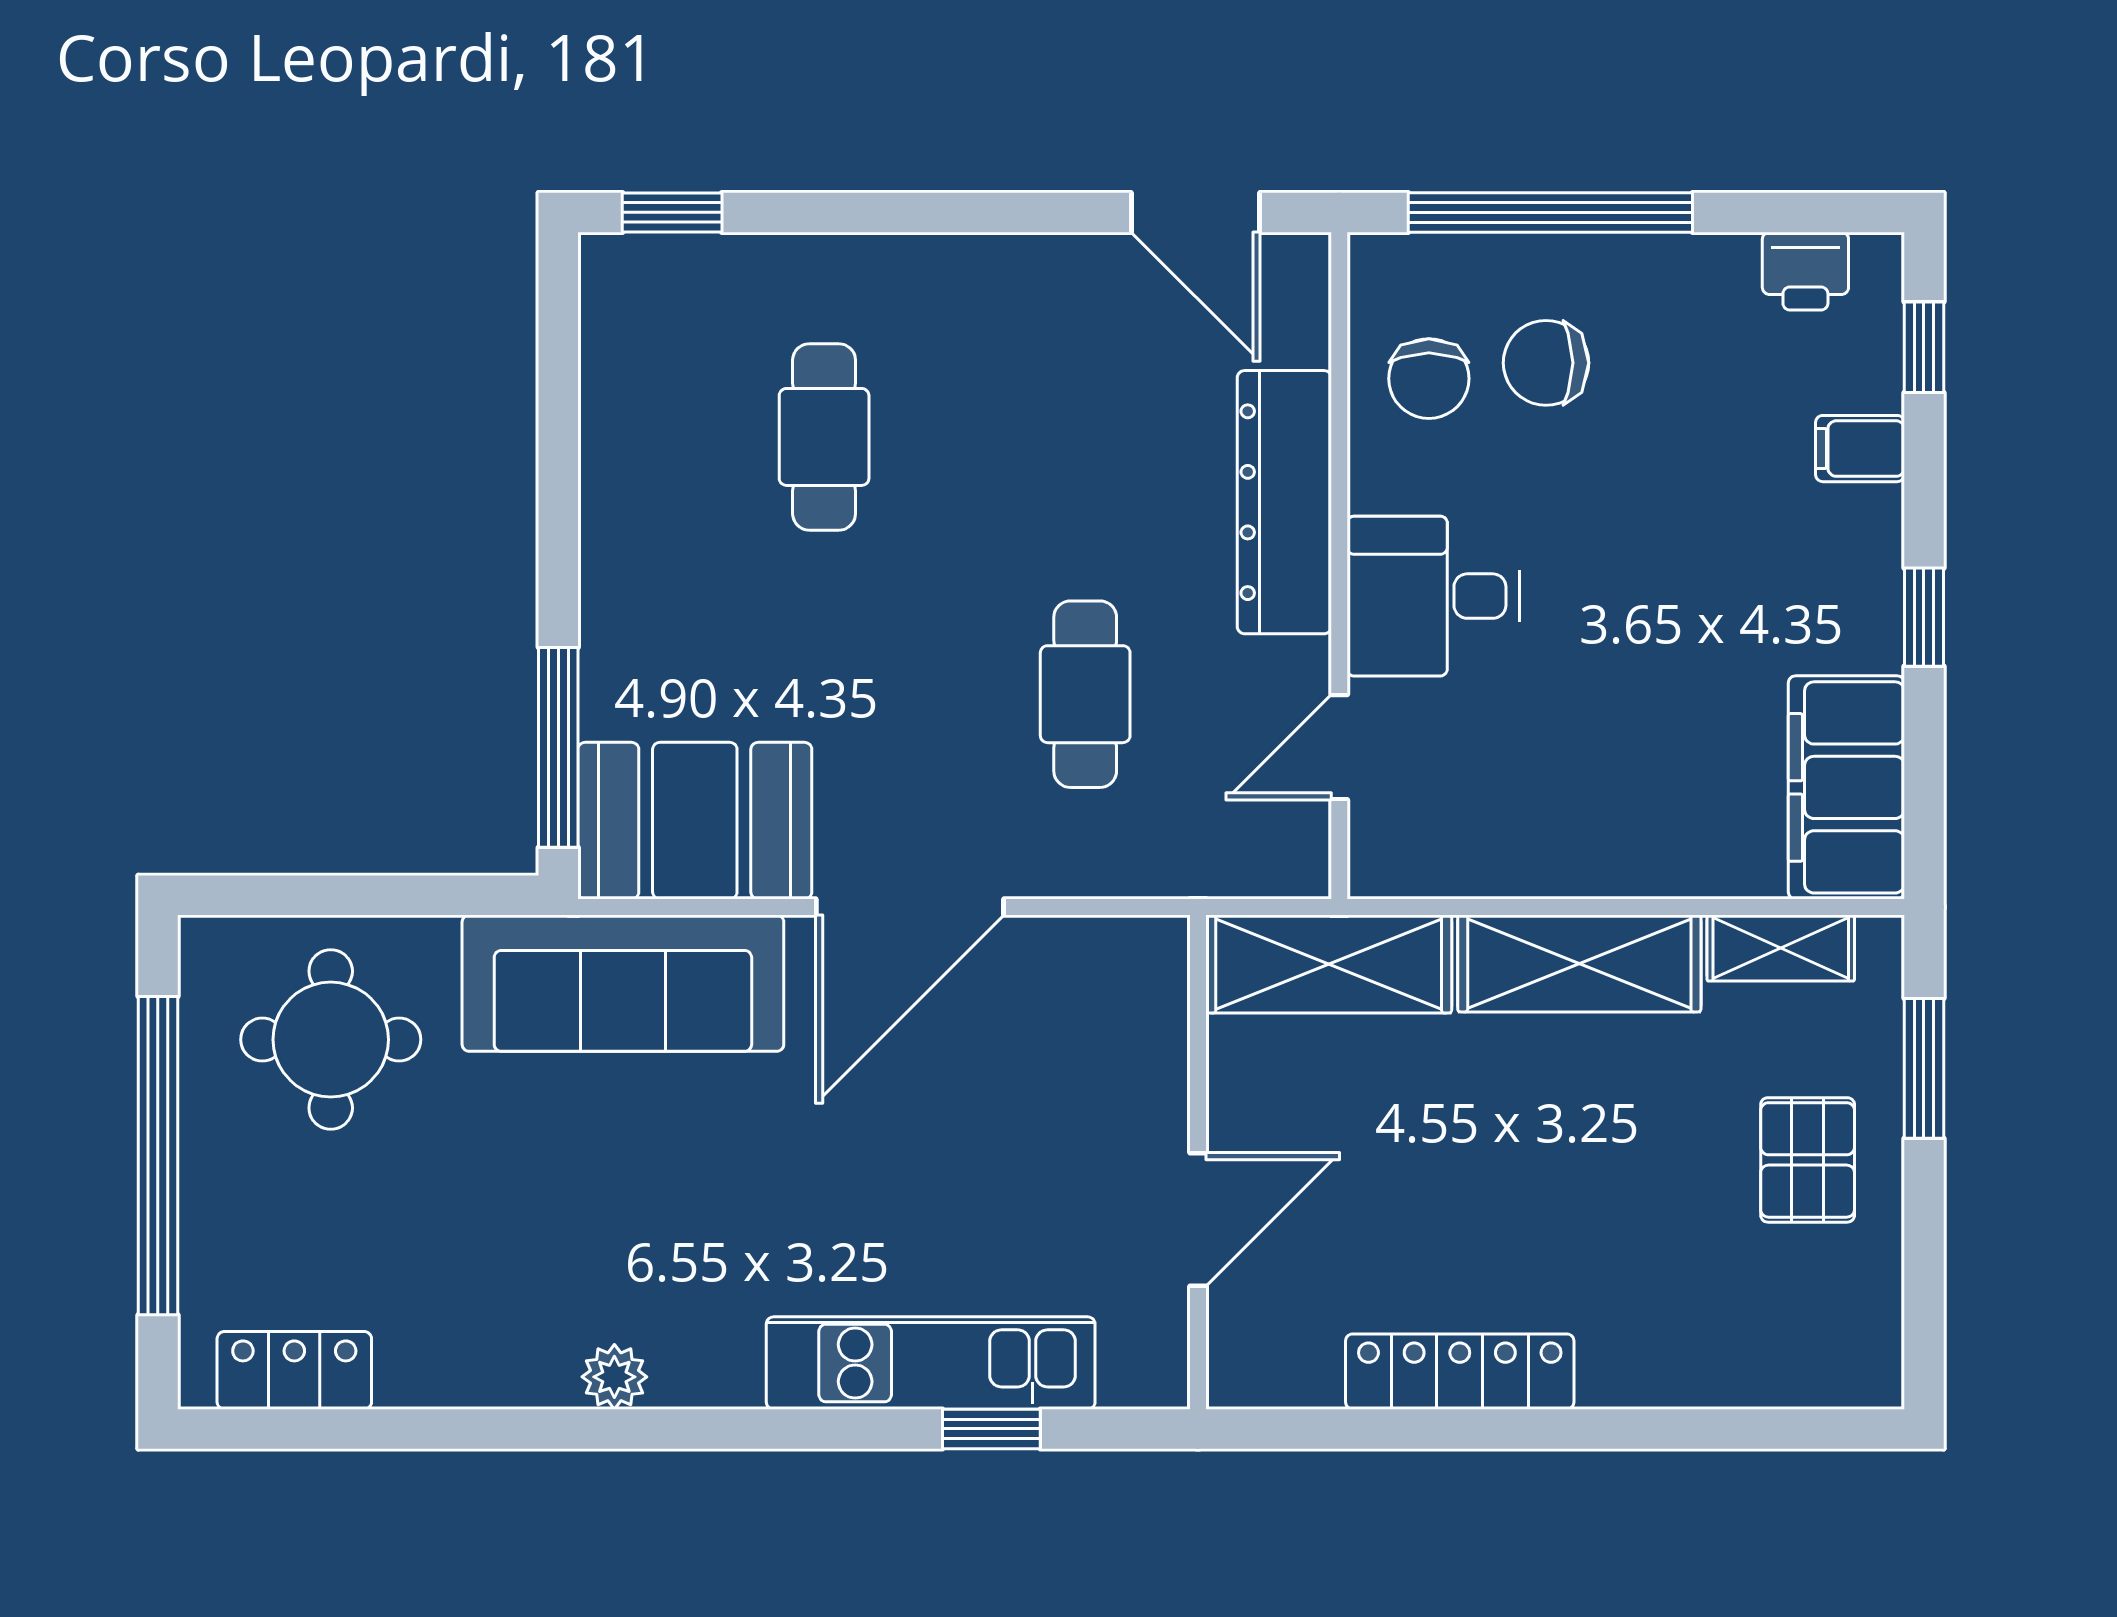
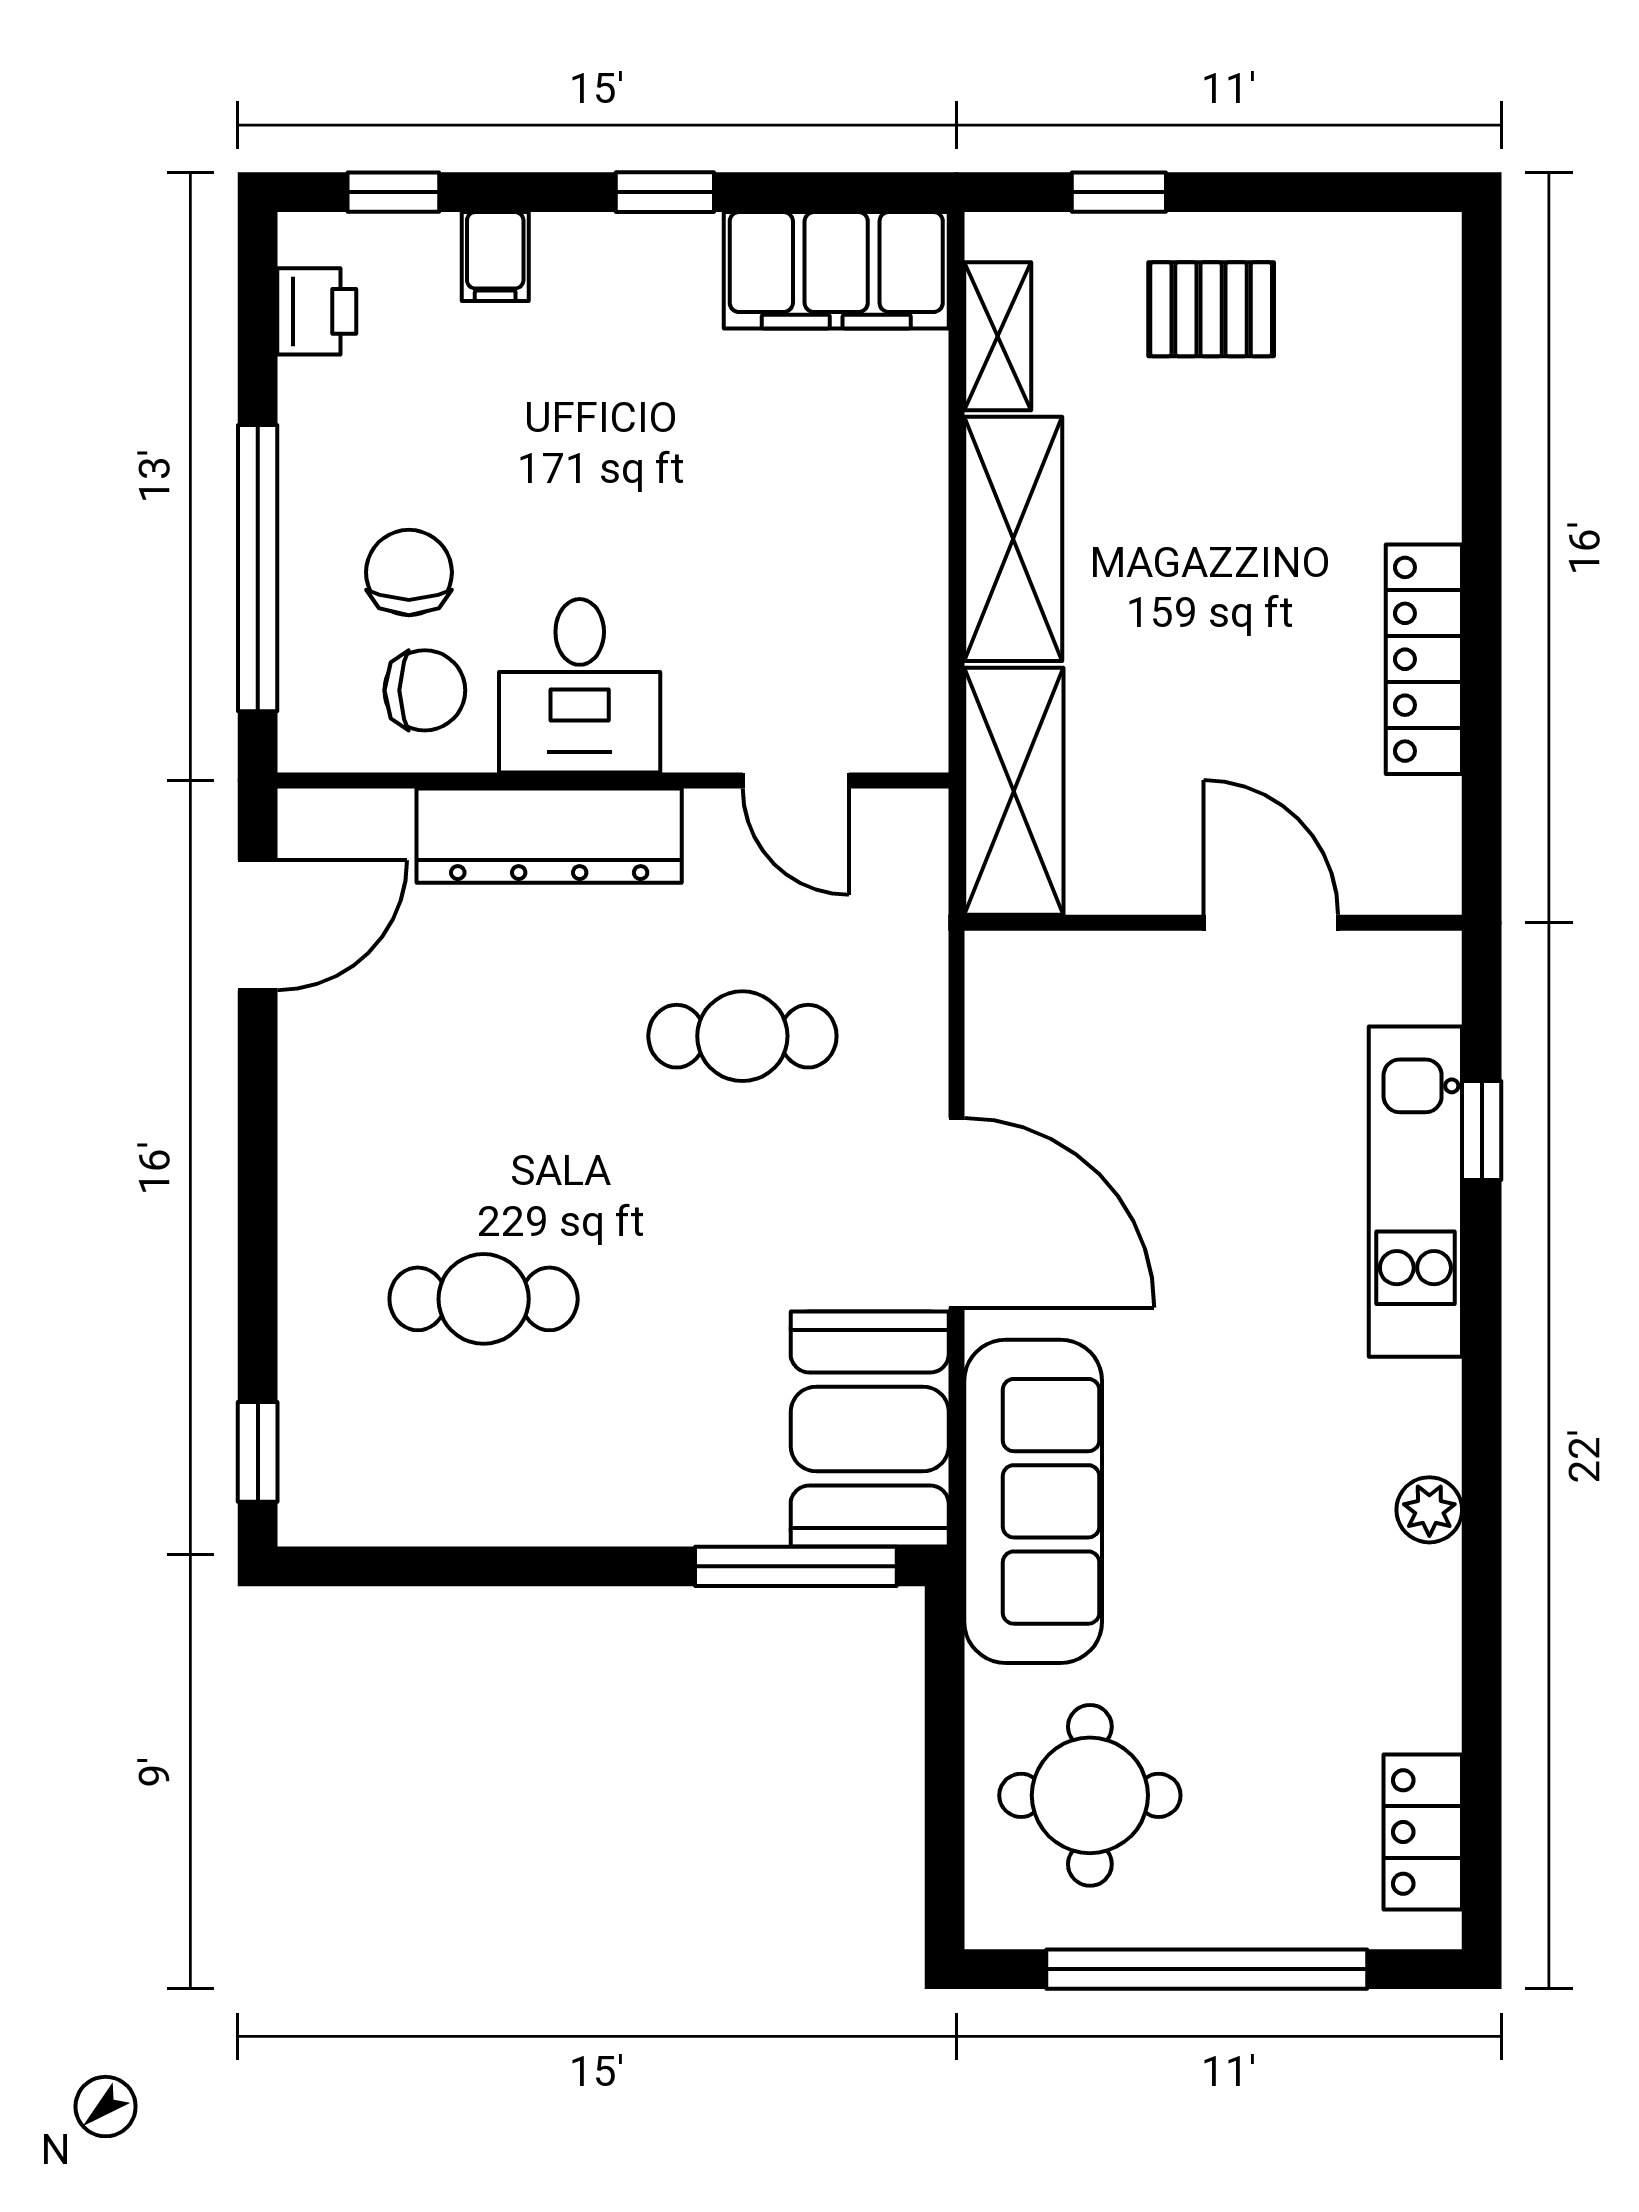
chair: (1546, 363) -> (409, 572), turned 180
desk: (1433, 596) -> (580, 686), moved
window: (1924, 1068) -> (1119, 192), width x0.67

